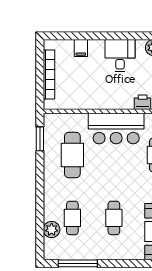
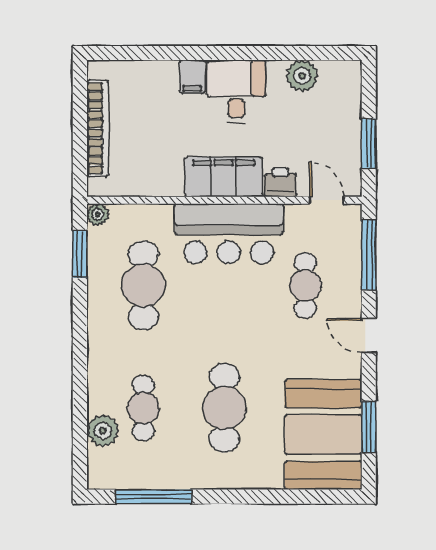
filing cabinet: (81, 48) -> (192, 77), moved
filing cabinet: (113, 99) -> (224, 177), added
plant: (49, 119) -> (98, 214), added
cafe table: (114, 218) -> (224, 408), width x1.37, depth x1.35

